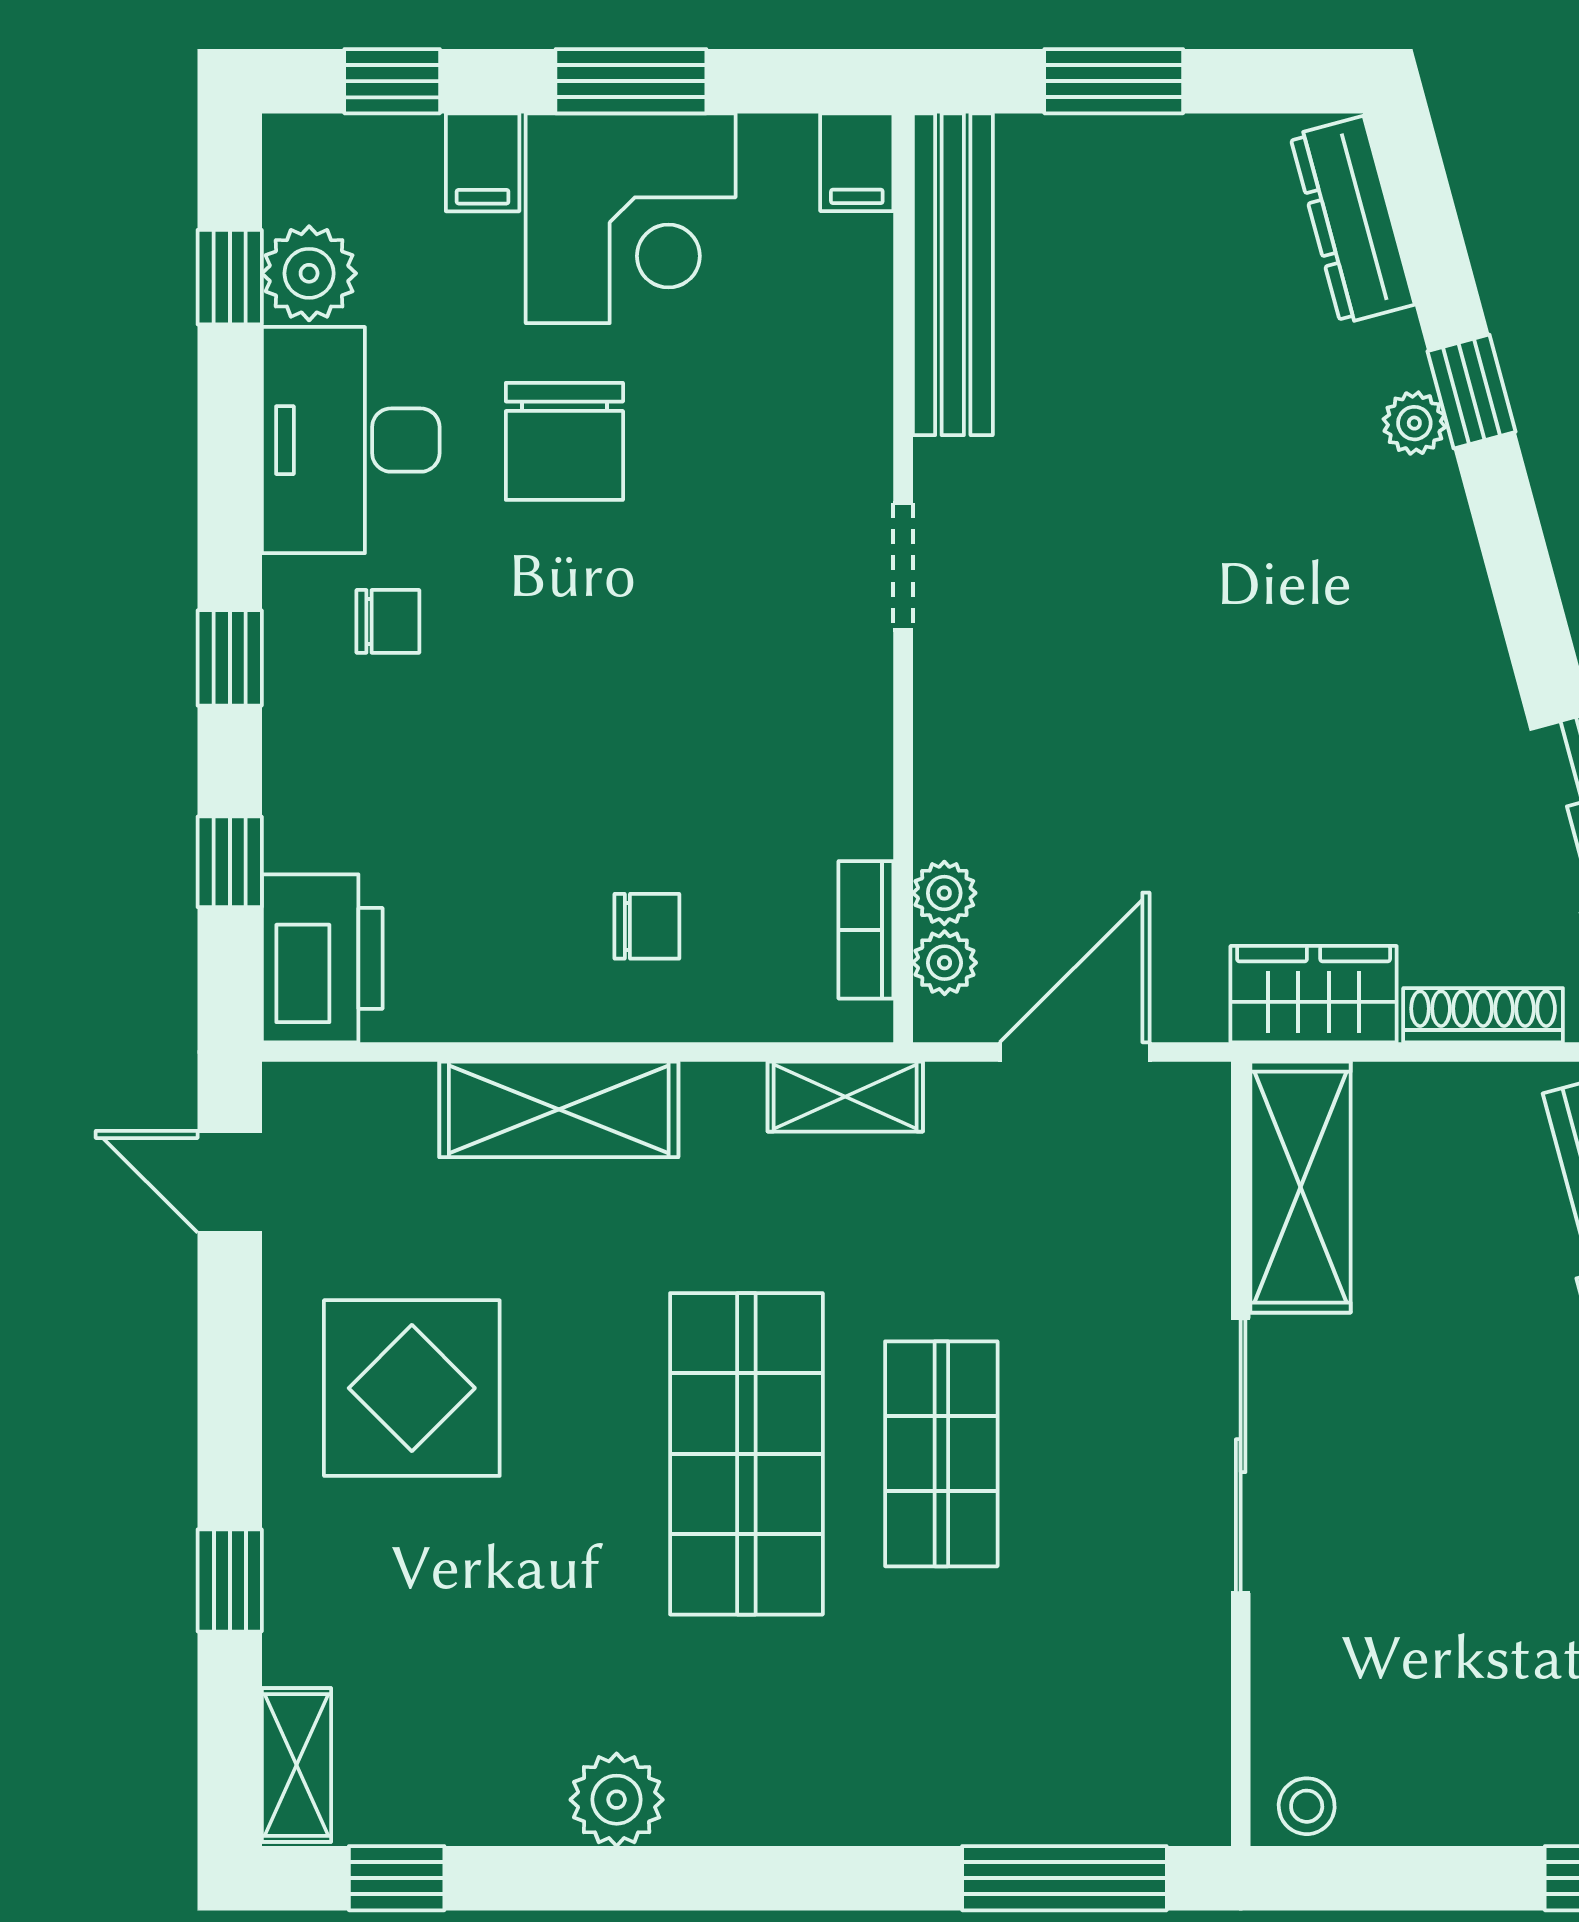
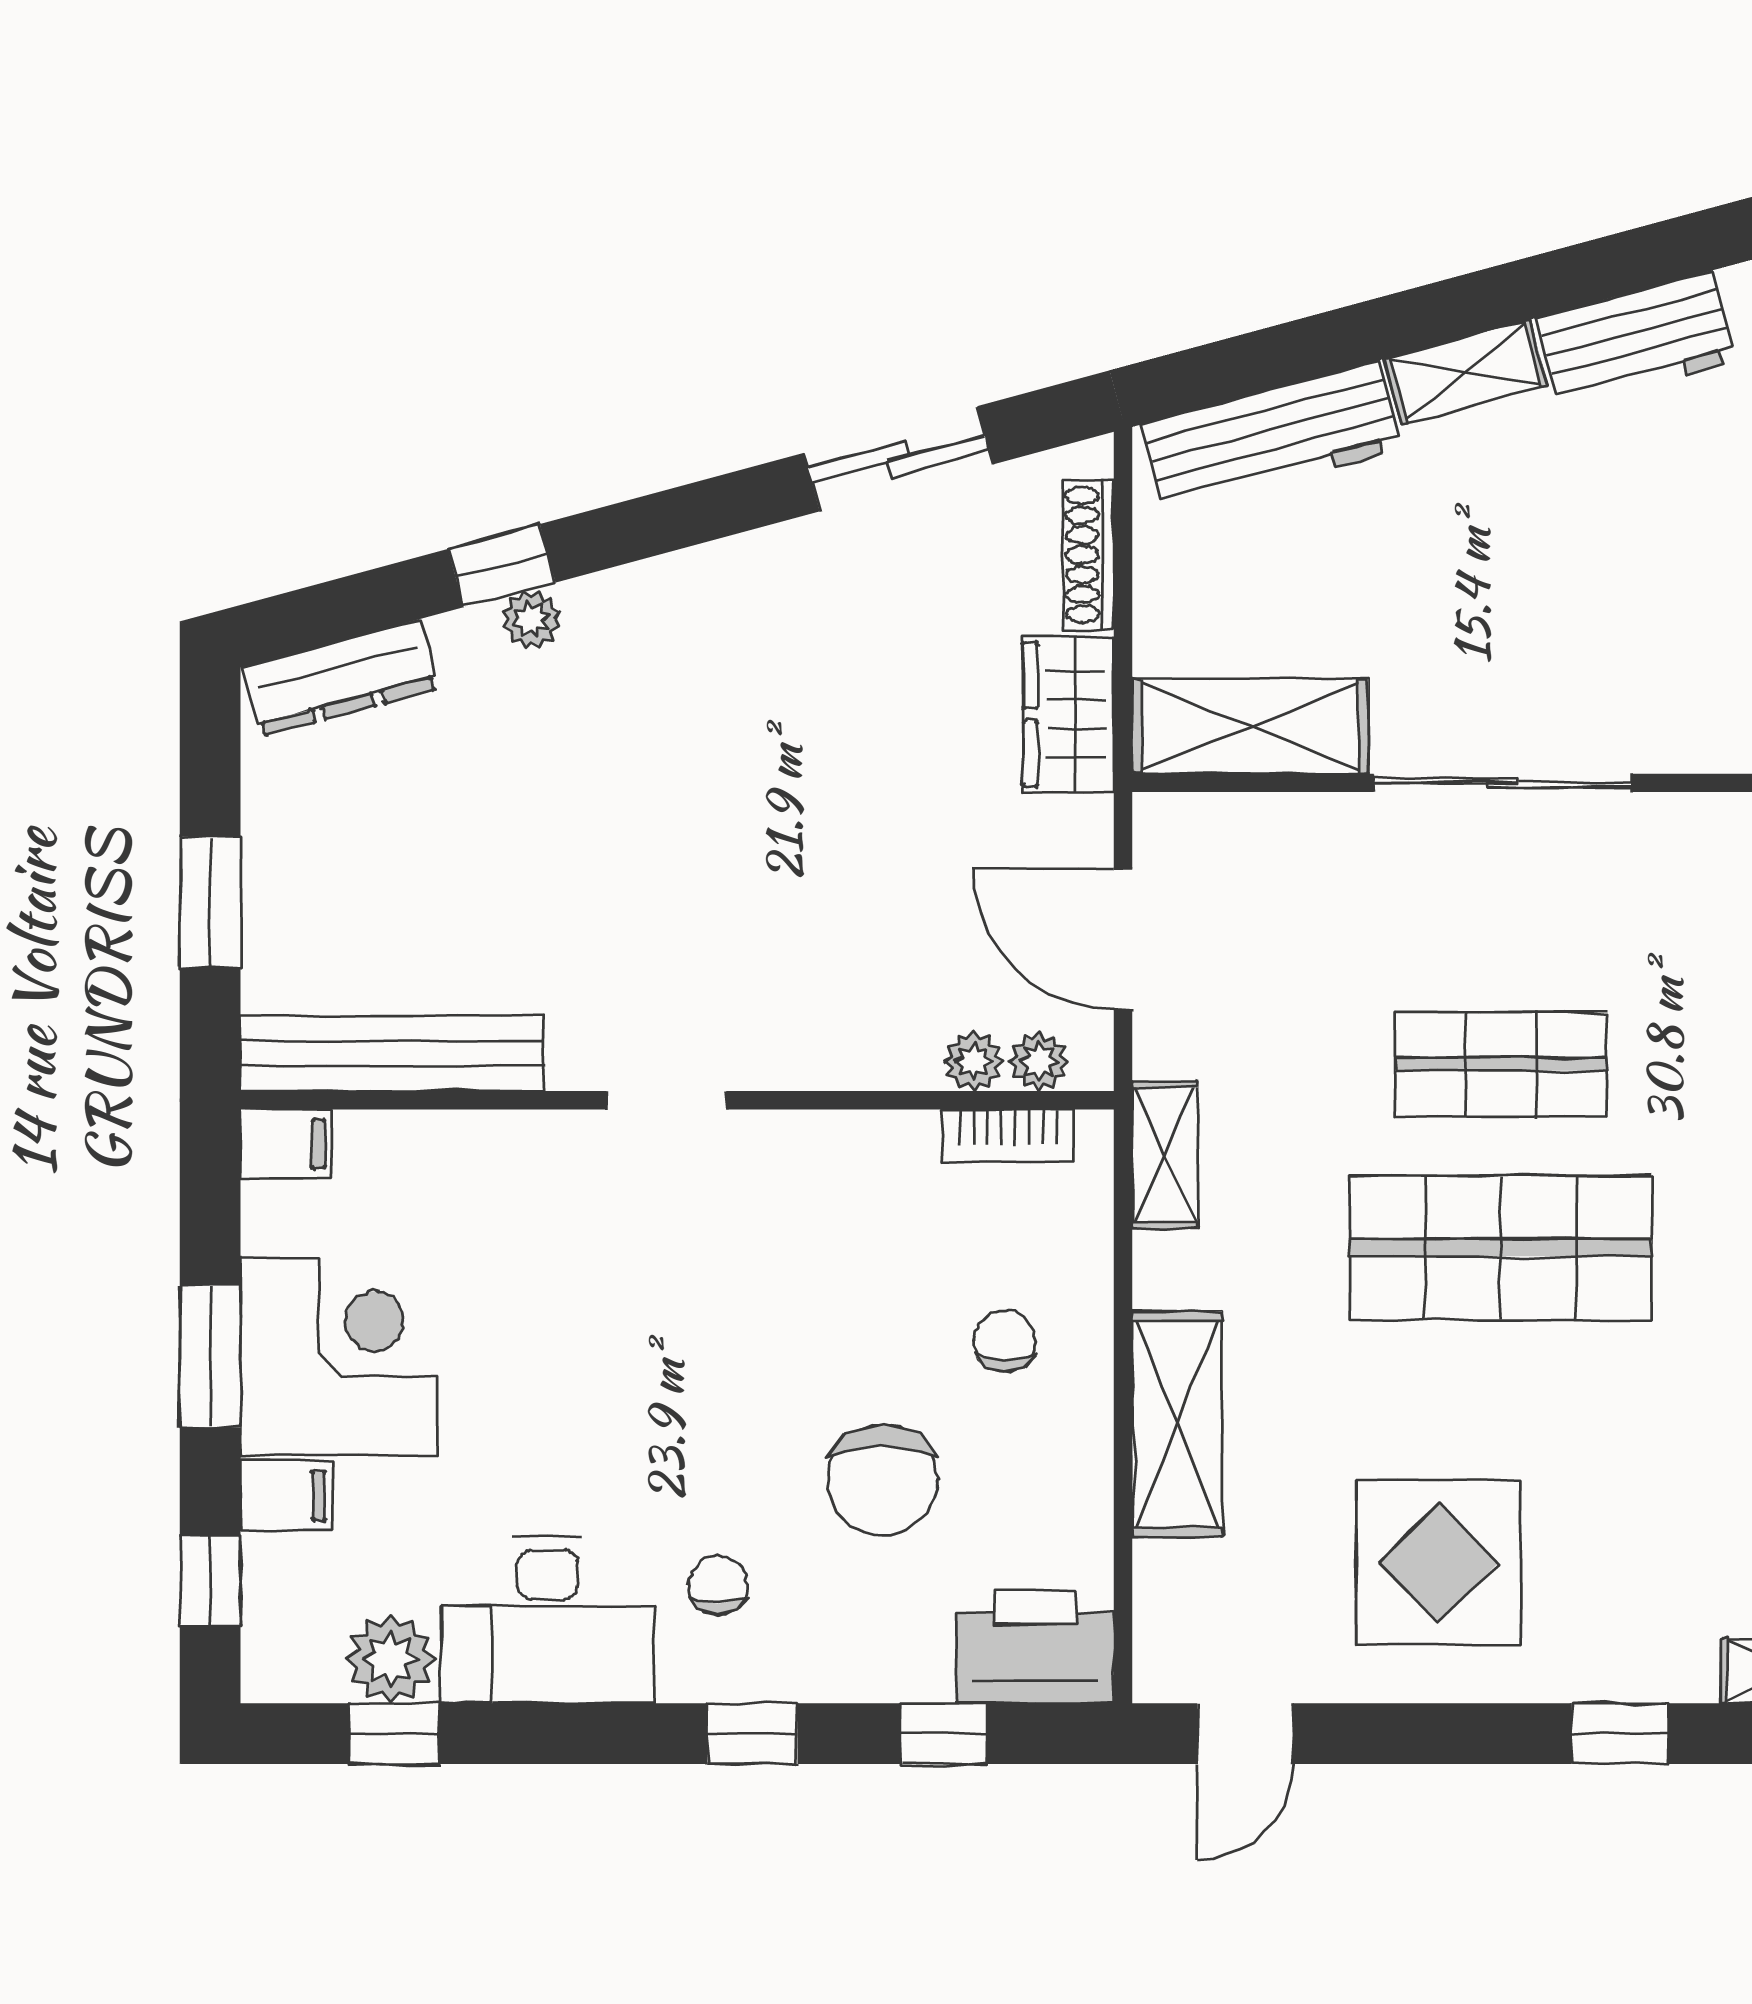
chair: (564, 441) -> (882, 1480), moved, turned 90

